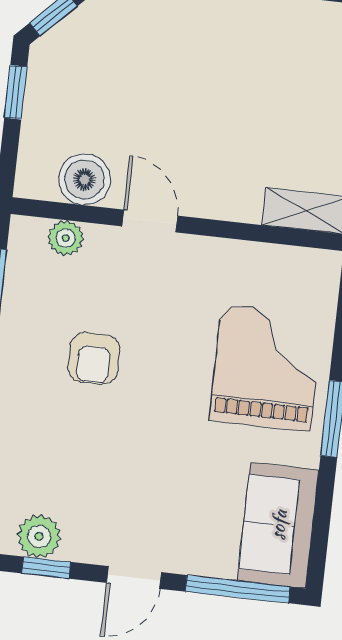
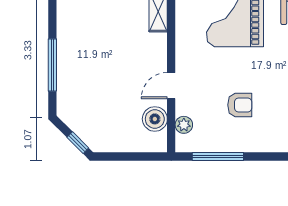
window: (16, 92) -> (117, 157), removed

